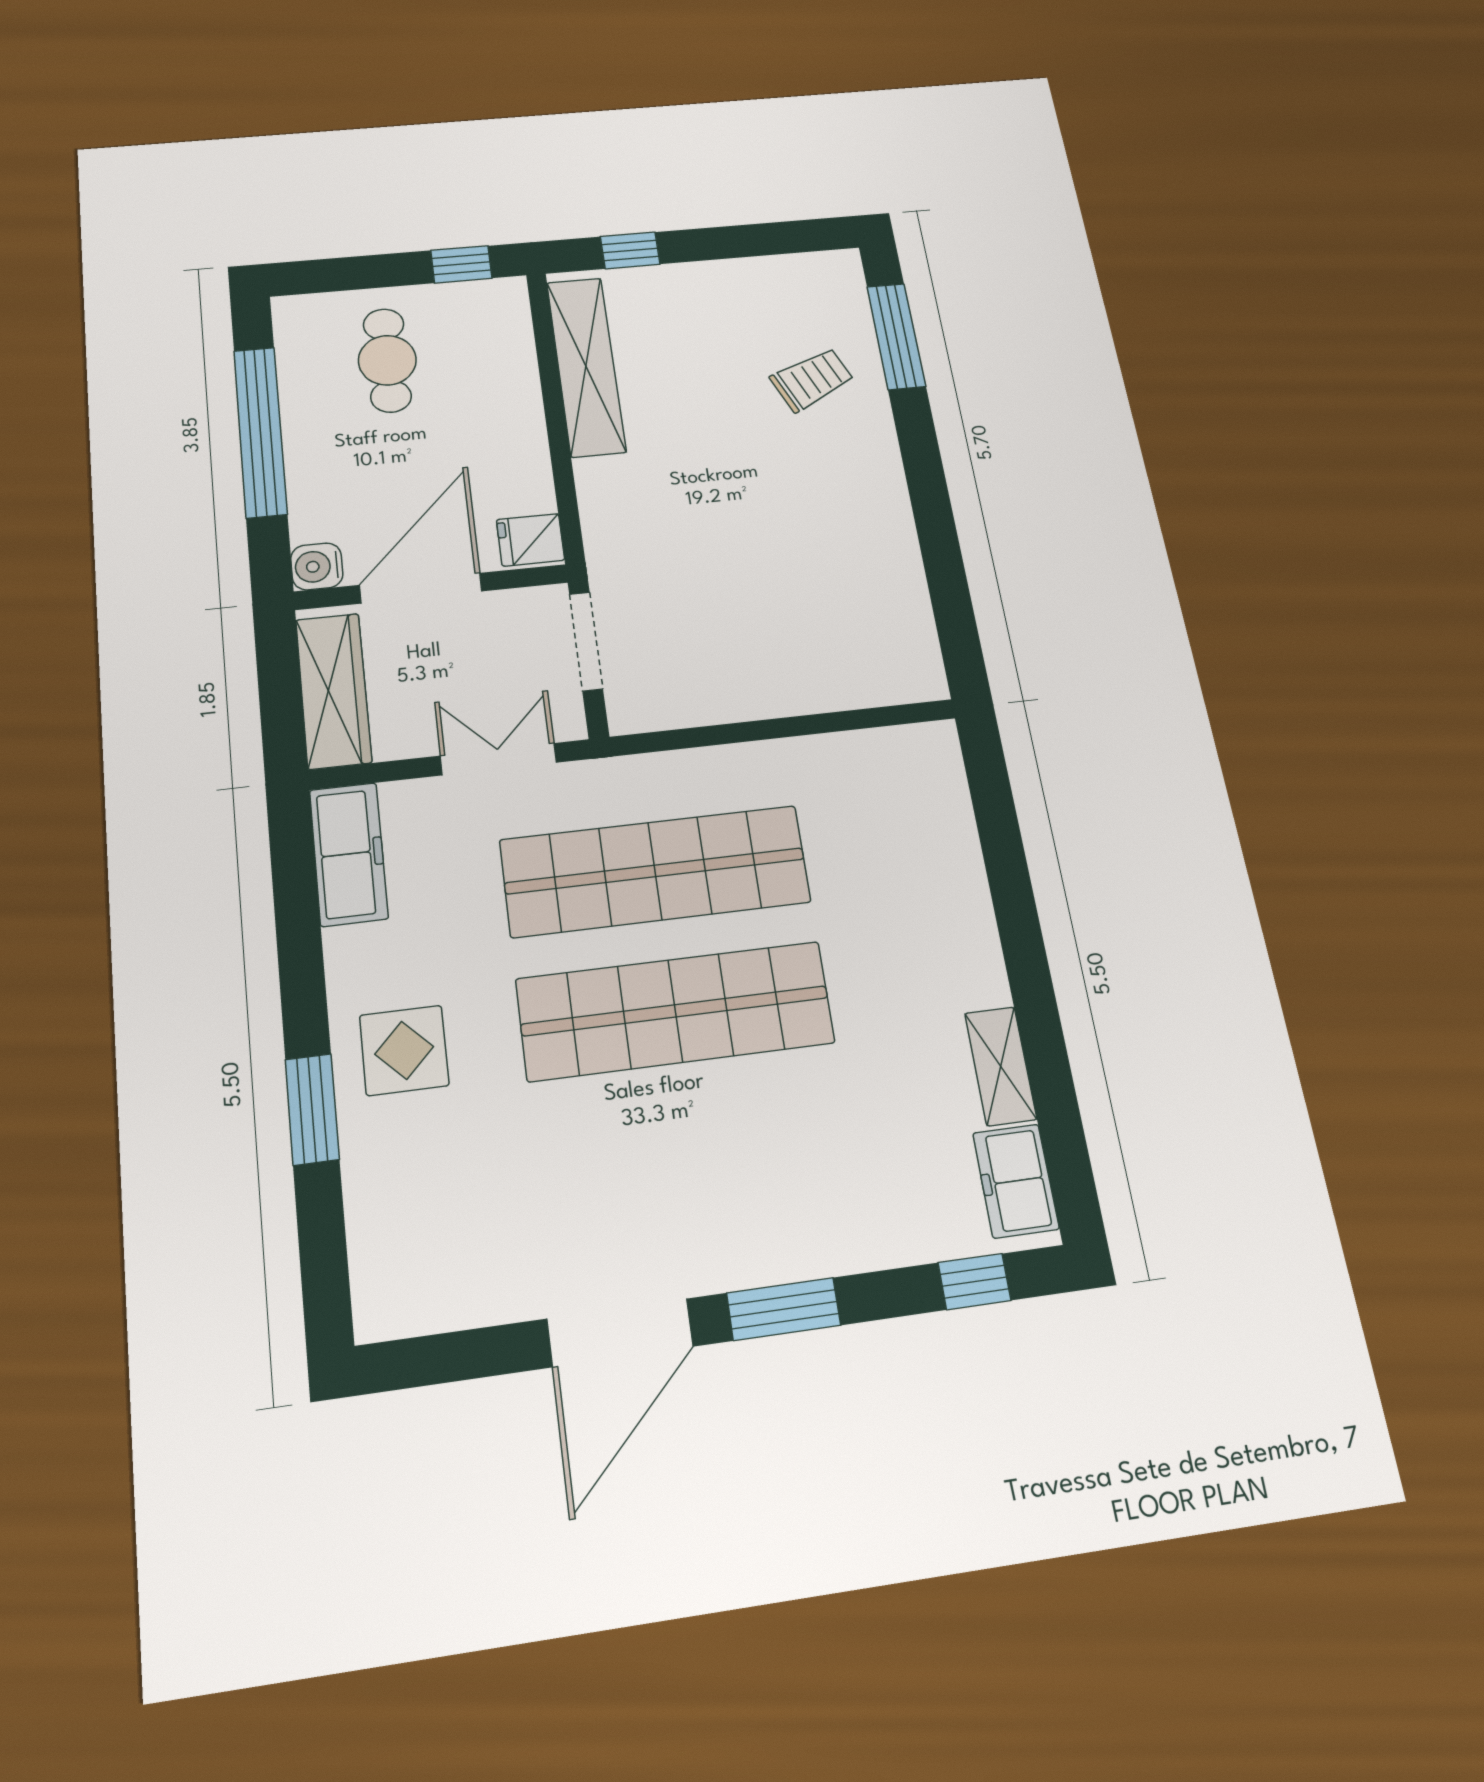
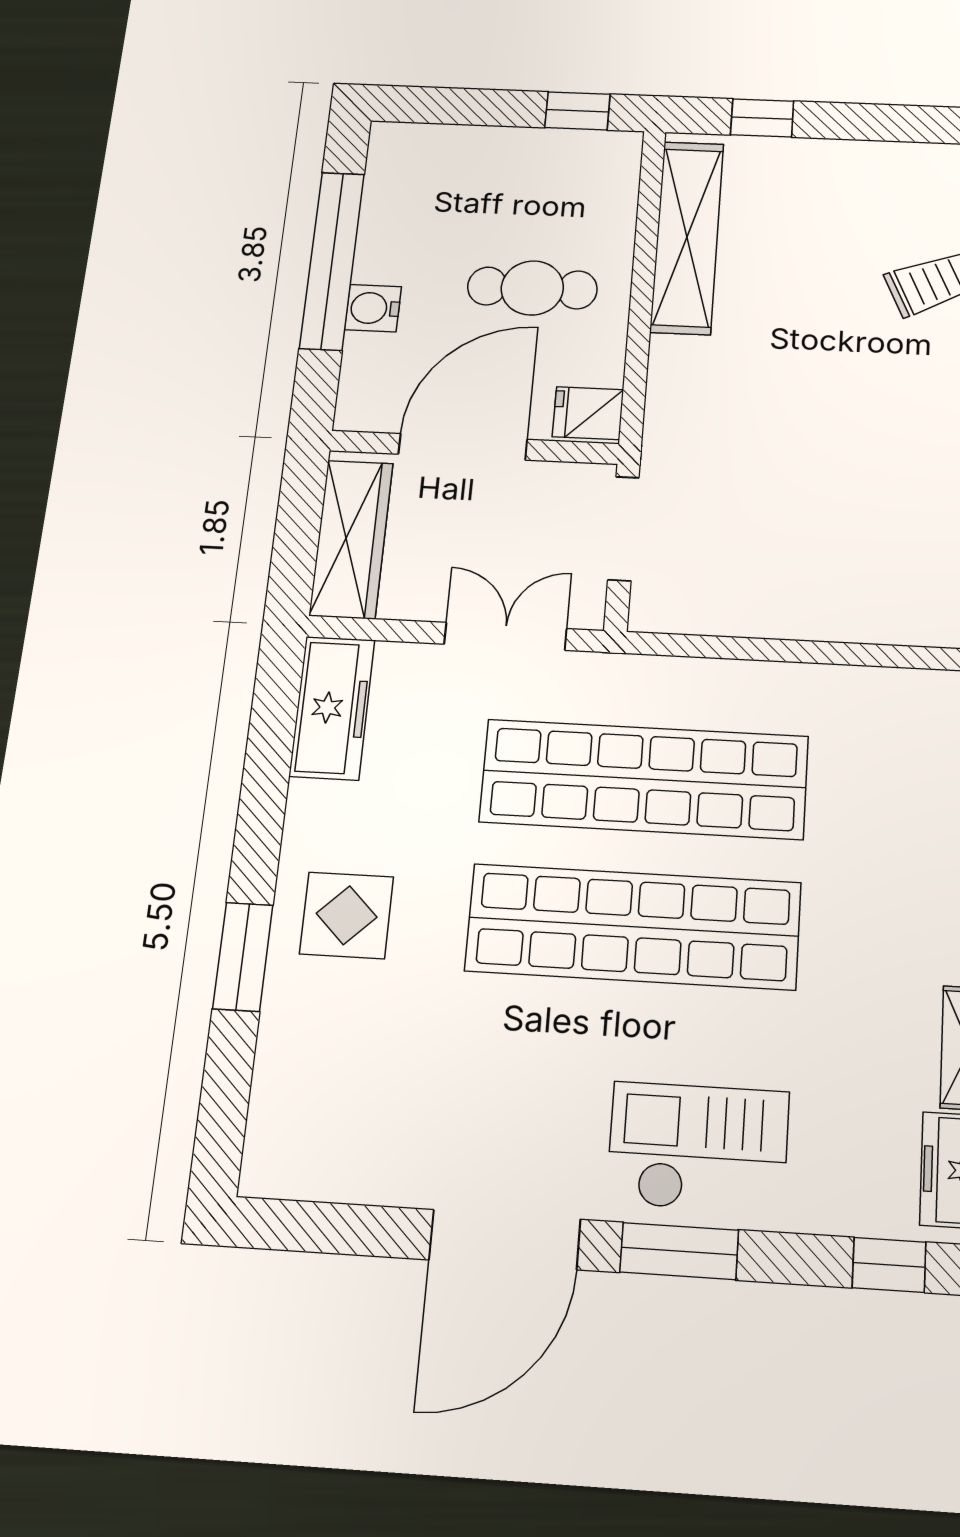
cafe table: (387, 360) -> (532, 288), moved, turned 90
water cooler: (317, 566) -> (373, 308), moved
checkout: (779, 1207) -> (698, 1147), added

